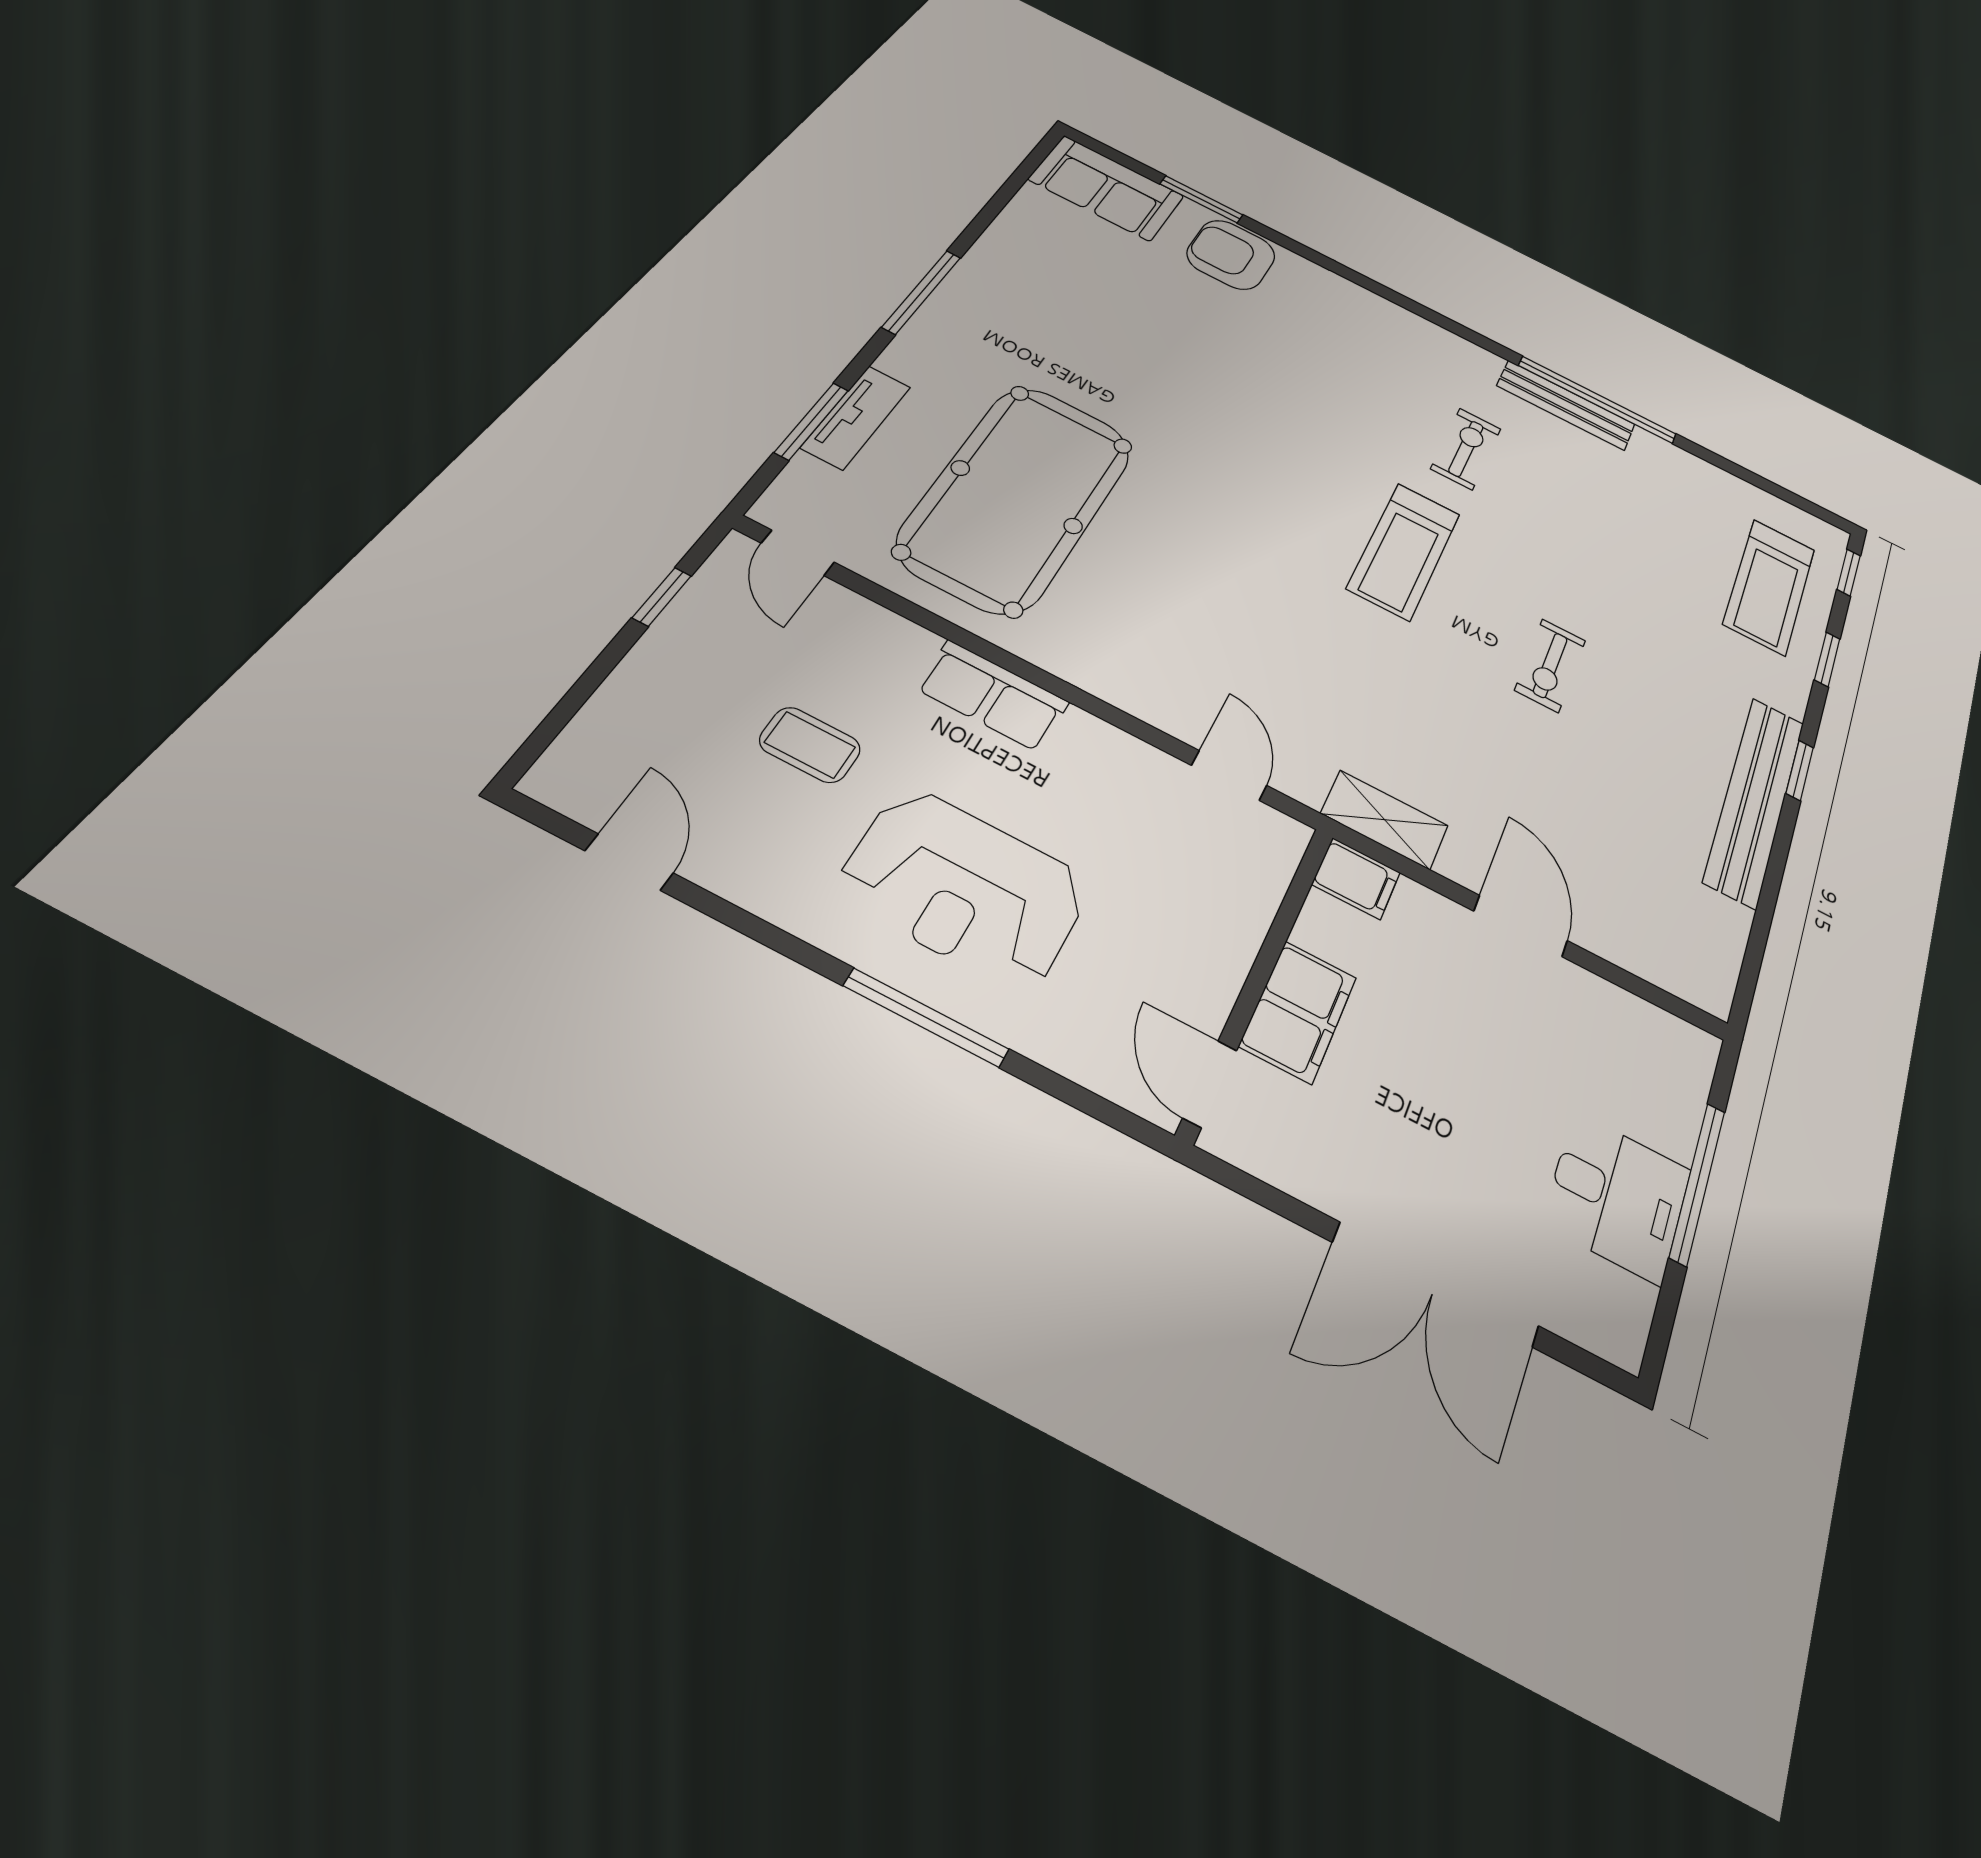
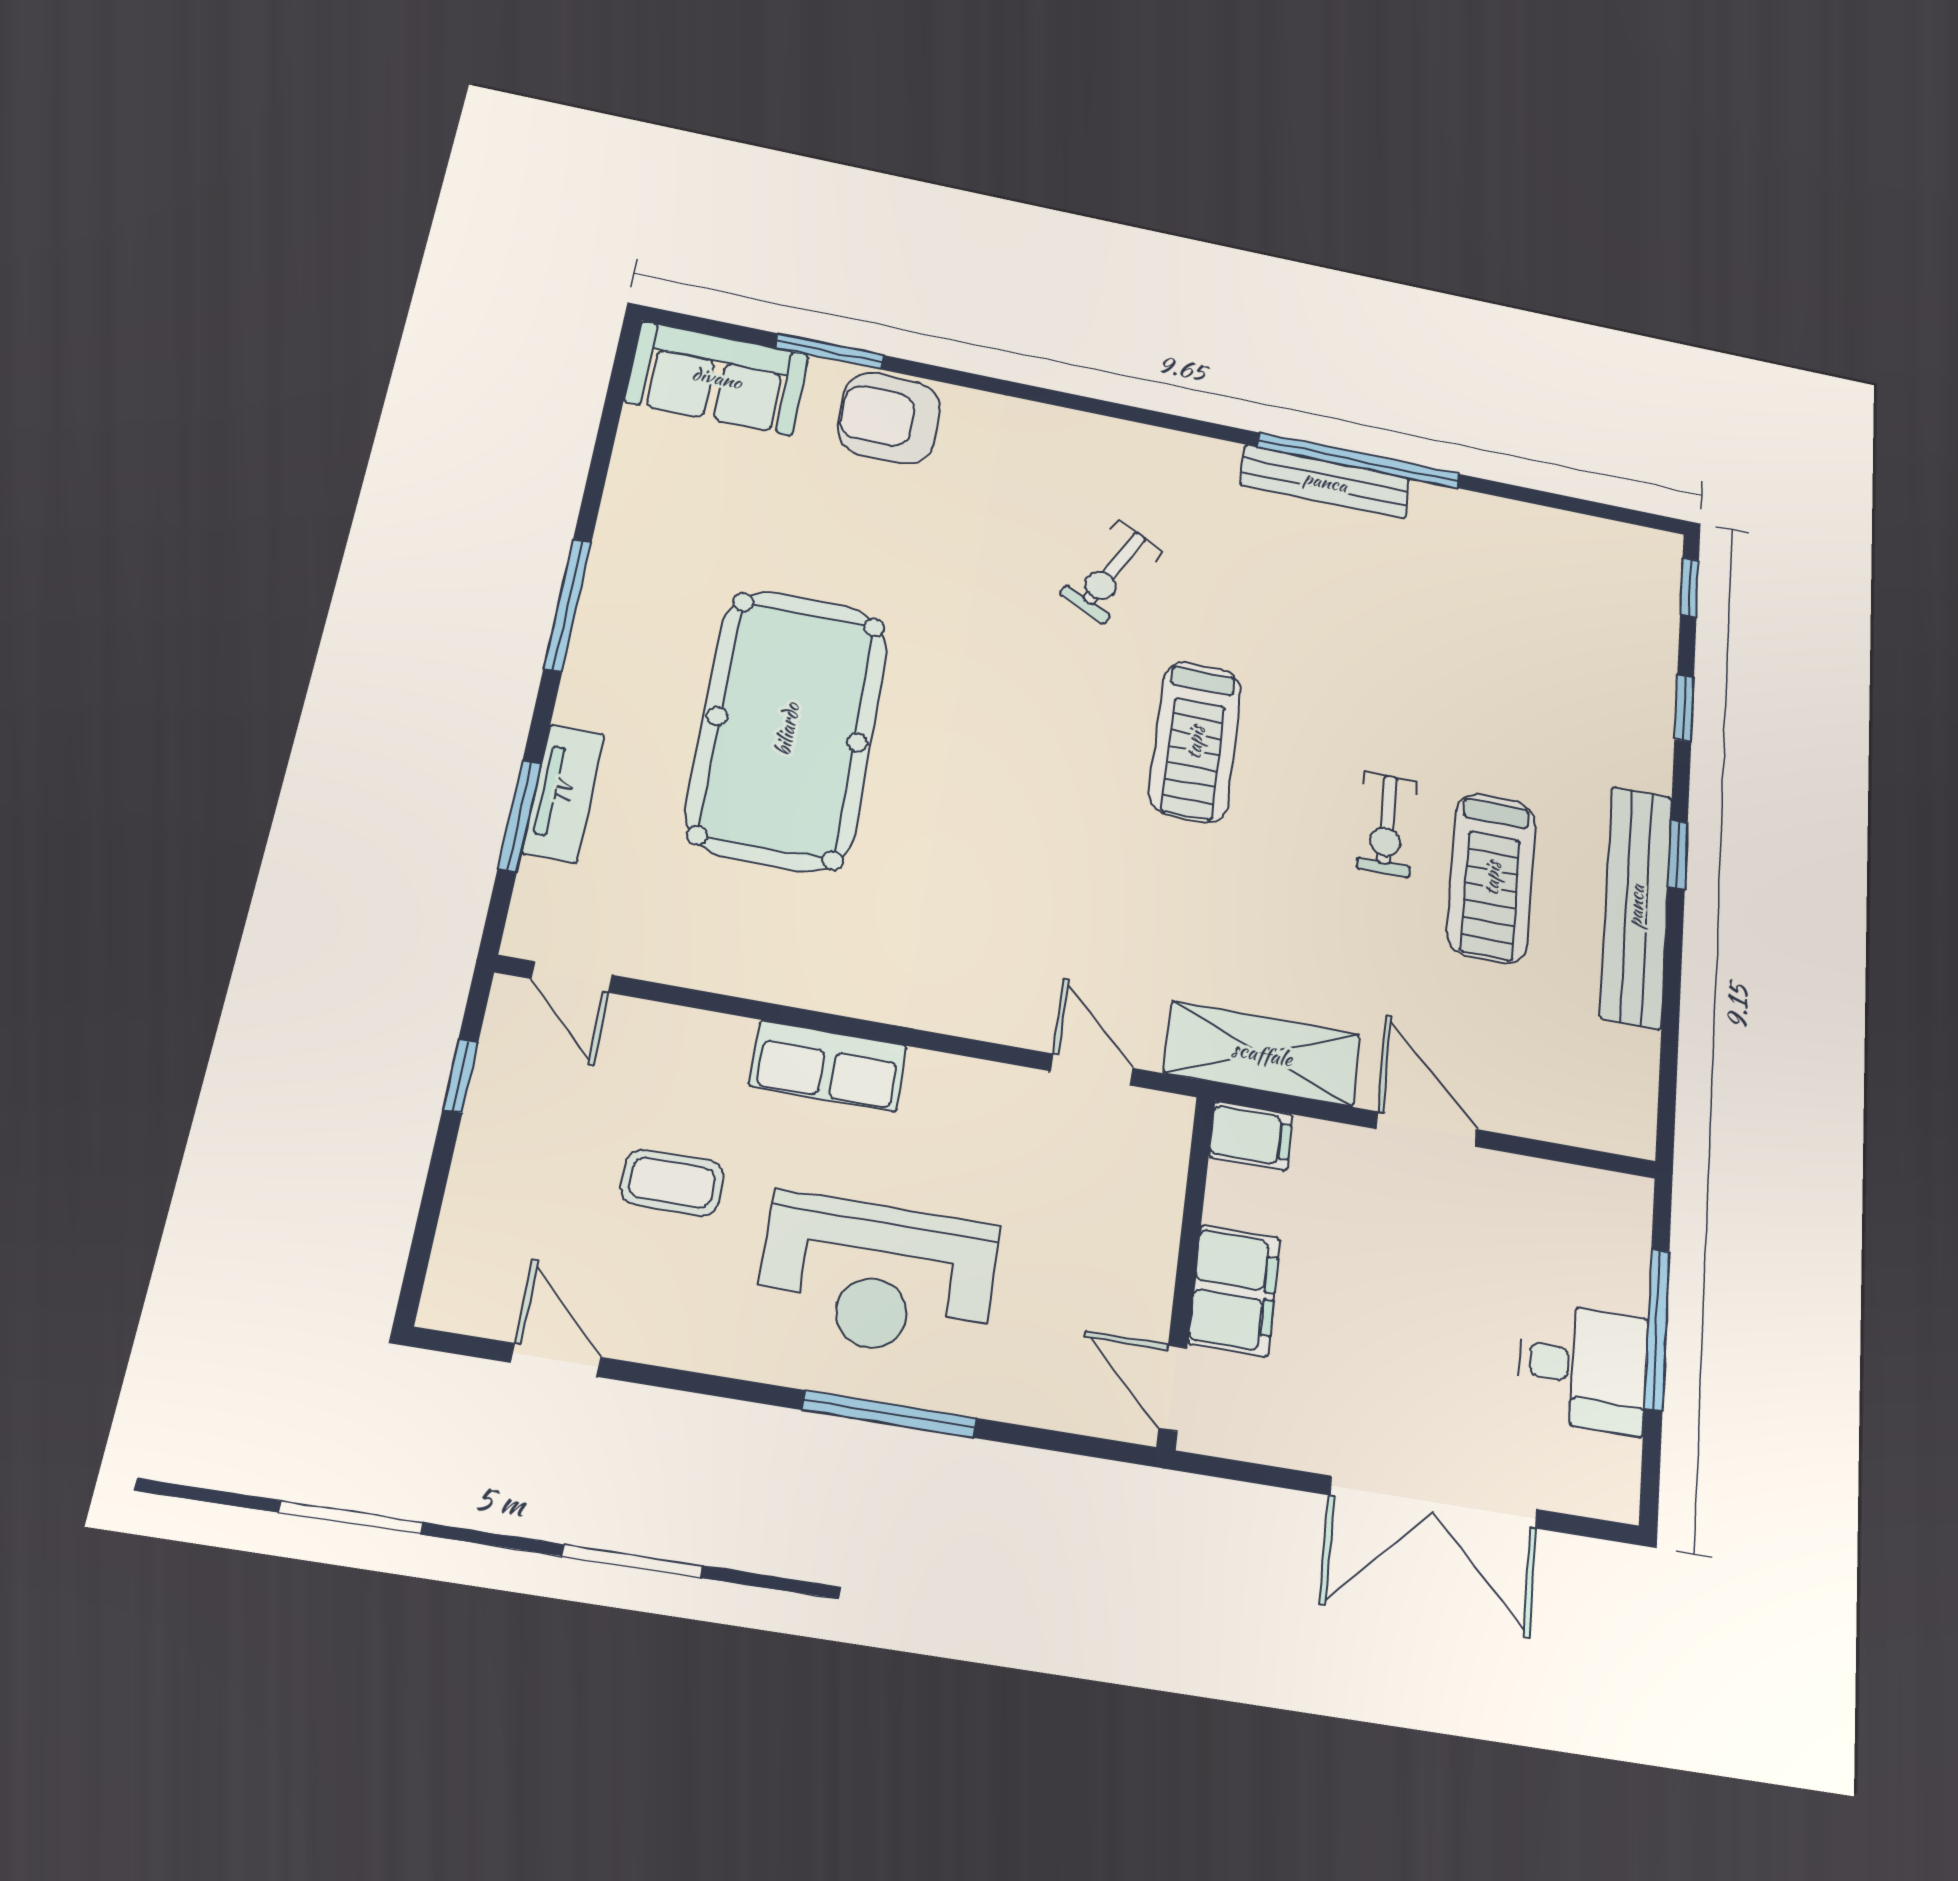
exercise bike: (1466, 449) -> (1111, 572), moved, turned -153
pool table: (1017, 497) -> (787, 729), moved
treadmill: (1769, 586) -> (1492, 878), moved
shelving: (1385, 820) -> (1262, 1054), width x1.50, depth x1.33

